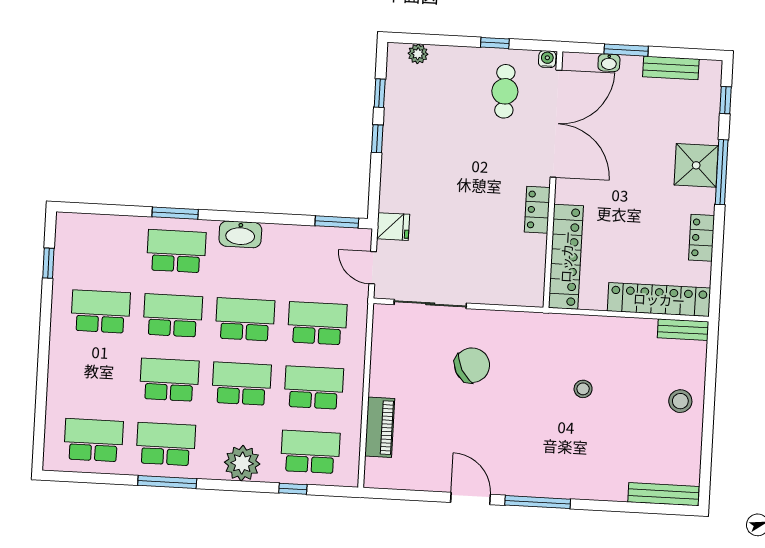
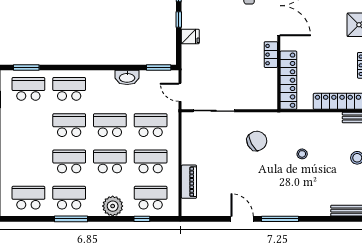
window: (175, 213) -> (26, 68), moved
fridge: (393, 227) -> (190, 36), moved
washbasin: (240, 234) -> (127, 77), moved
school desk: (101, 311) -> (28, 89), moved
chair: (472, 365) -> (257, 141), moved

